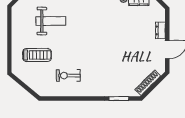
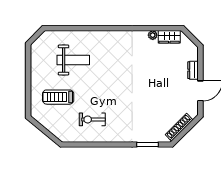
treadmill: (37, 55) -> (58, 97), turned 180

